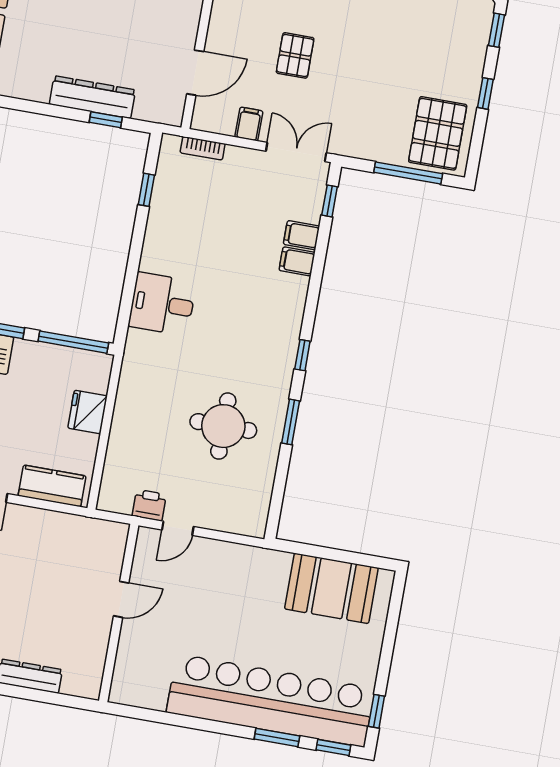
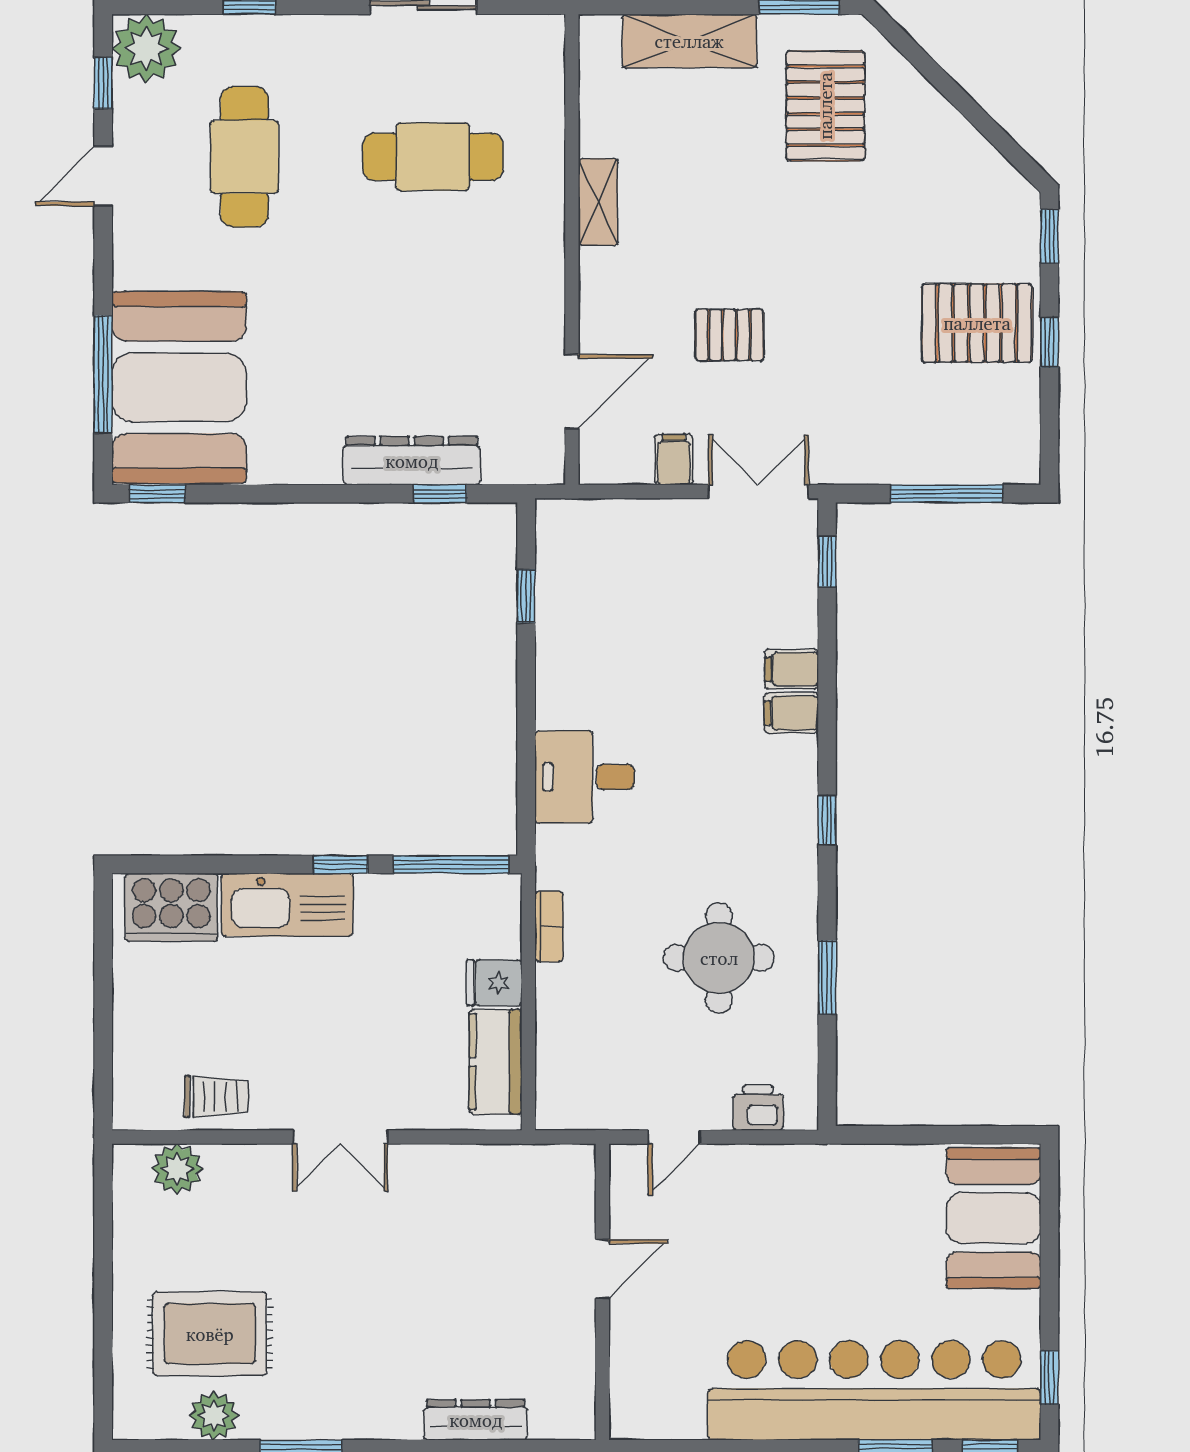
pallet: (295, 55) -> (729, 335), turned 90
pallet: (438, 133) -> (977, 323), moved, turned 90
bookcase: (203, 148) -> (549, 926), moved, turned -90
filing cabinet: (302, 235) -> (791, 713), moved
fridge: (88, 412) -> (494, 983), width x0.72
window: (291, 422) -> (827, 978), moved
kitchen counter: (52, 486) -> (496, 1062), moved, turned -90
printer: (149, 505) -> (758, 1108), moved
booth: (331, 588) -> (994, 1218), moved, turned 90

